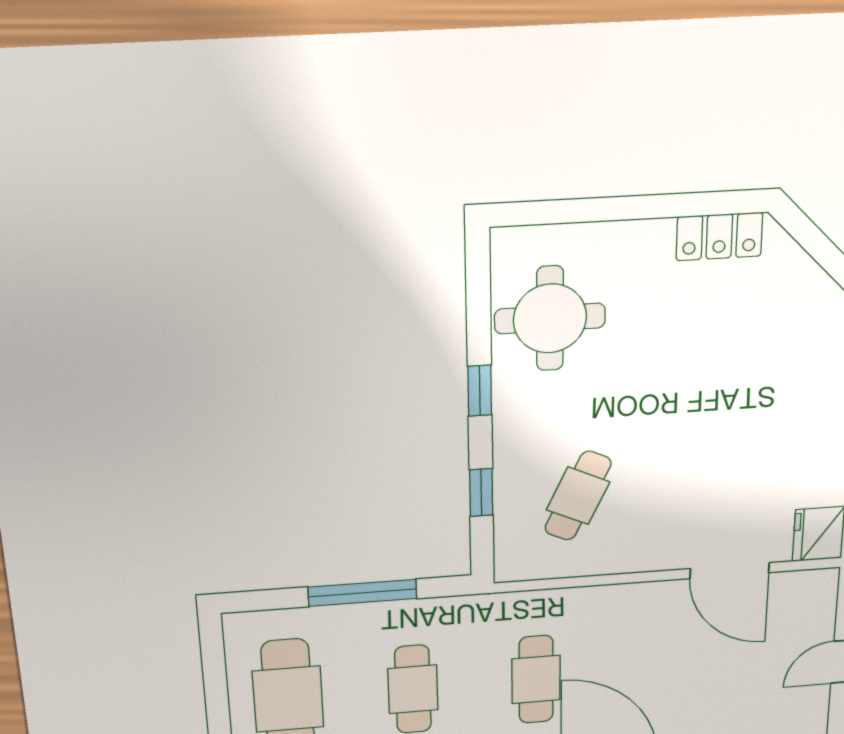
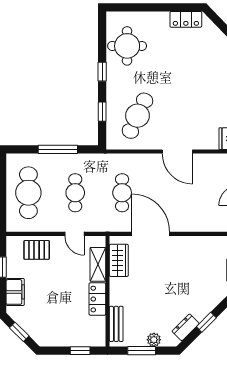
cafe table: (578, 496) -> (138, 116), width x1.37, depth x1.35
door: (730, 571) -> (177, 152), moved

